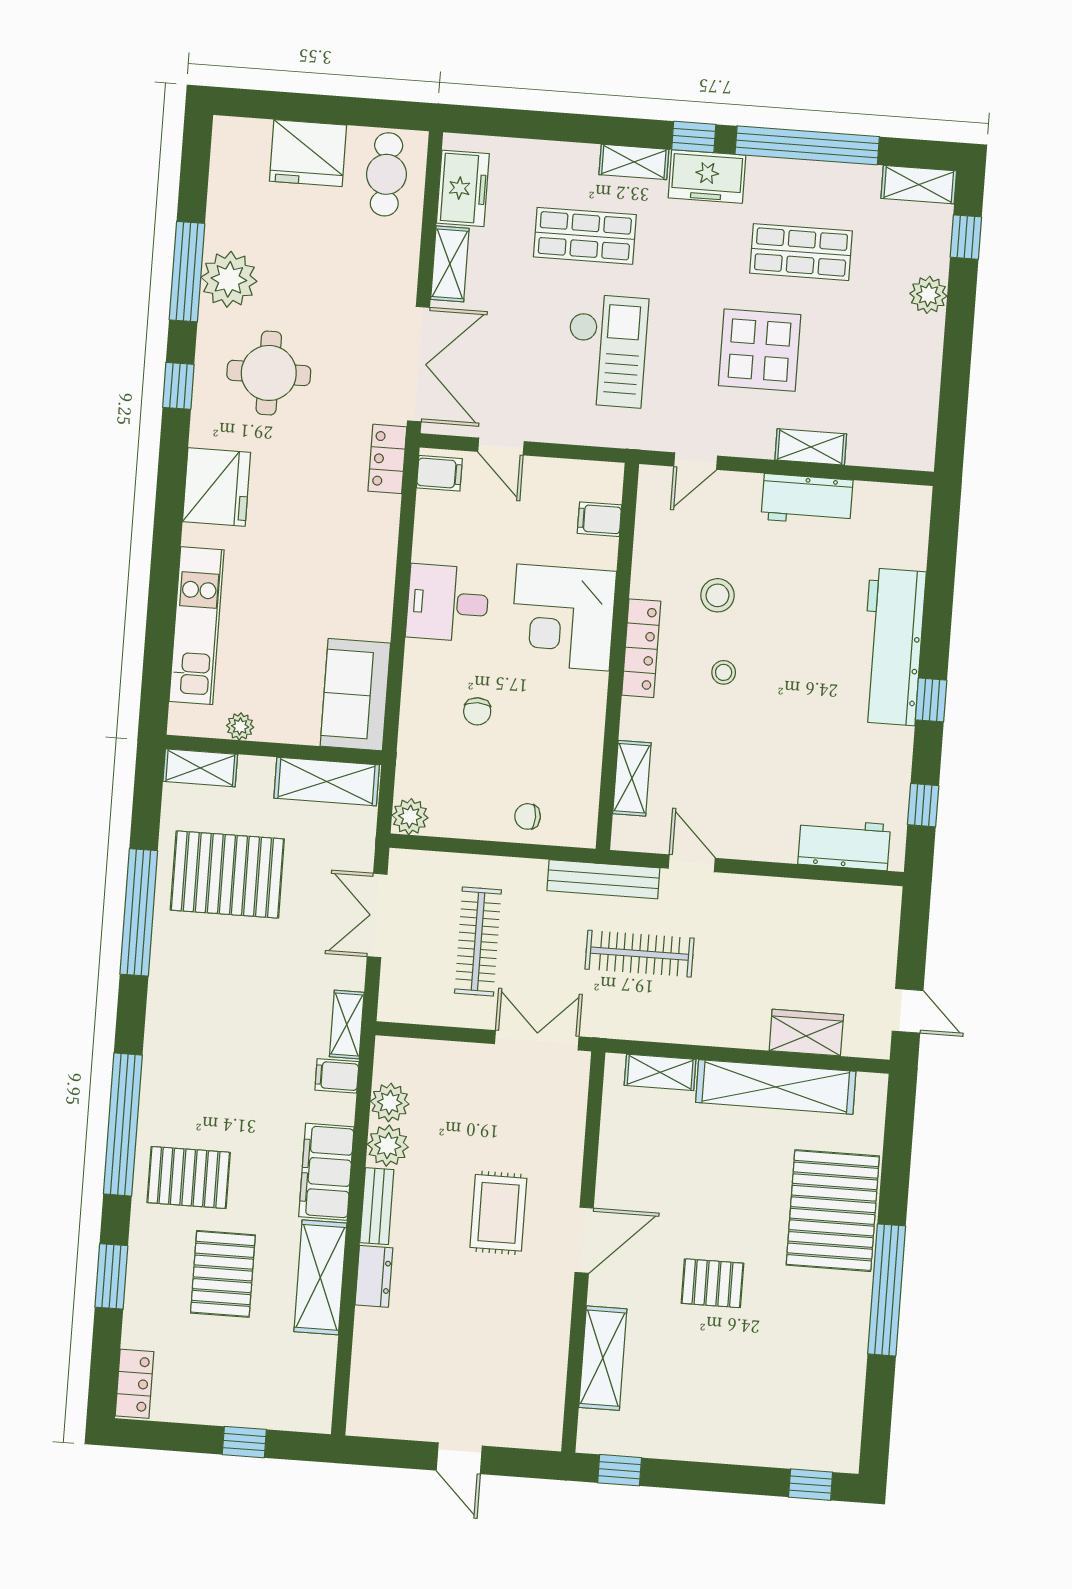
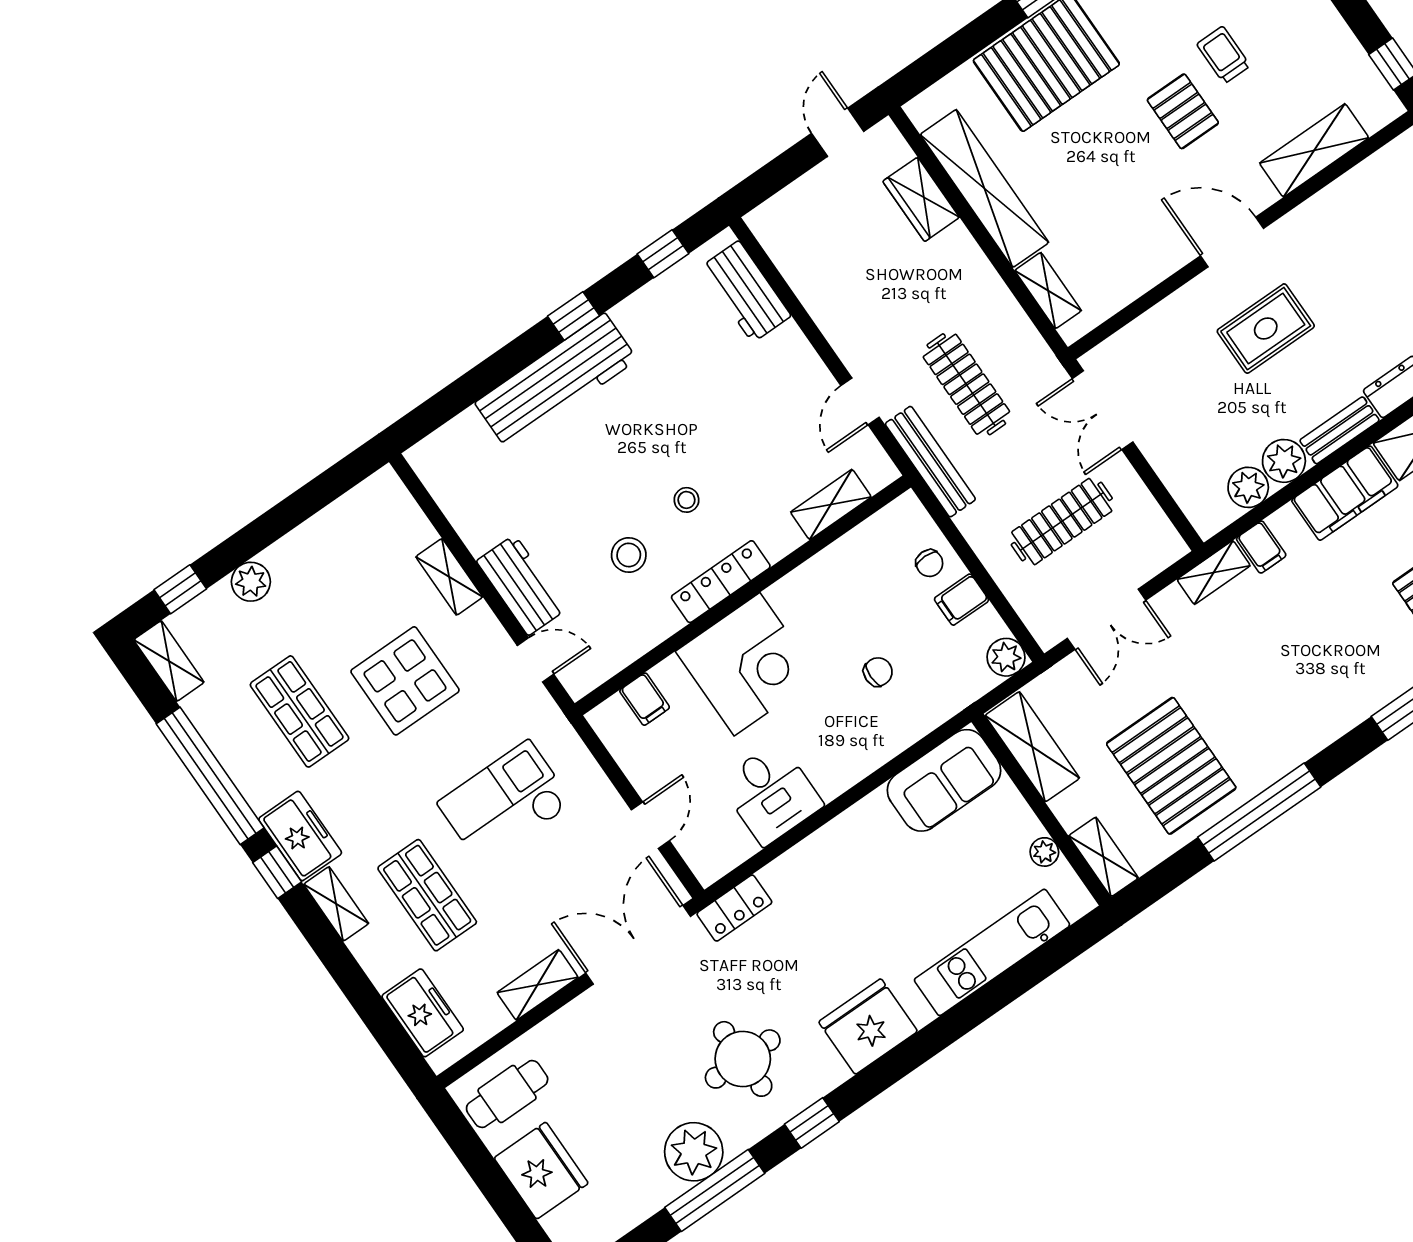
freezer: (463, 188) -> (423, 1013), moved, turned 90
filing cabinet: (439, 473) -> (961, 600), moved, turned -90
workbench: (807, 500) -> (521, 585), moved
desk: (448, 603) -> (771, 793), moved
trolley: (730, 1348) -> (1223, 55), added

